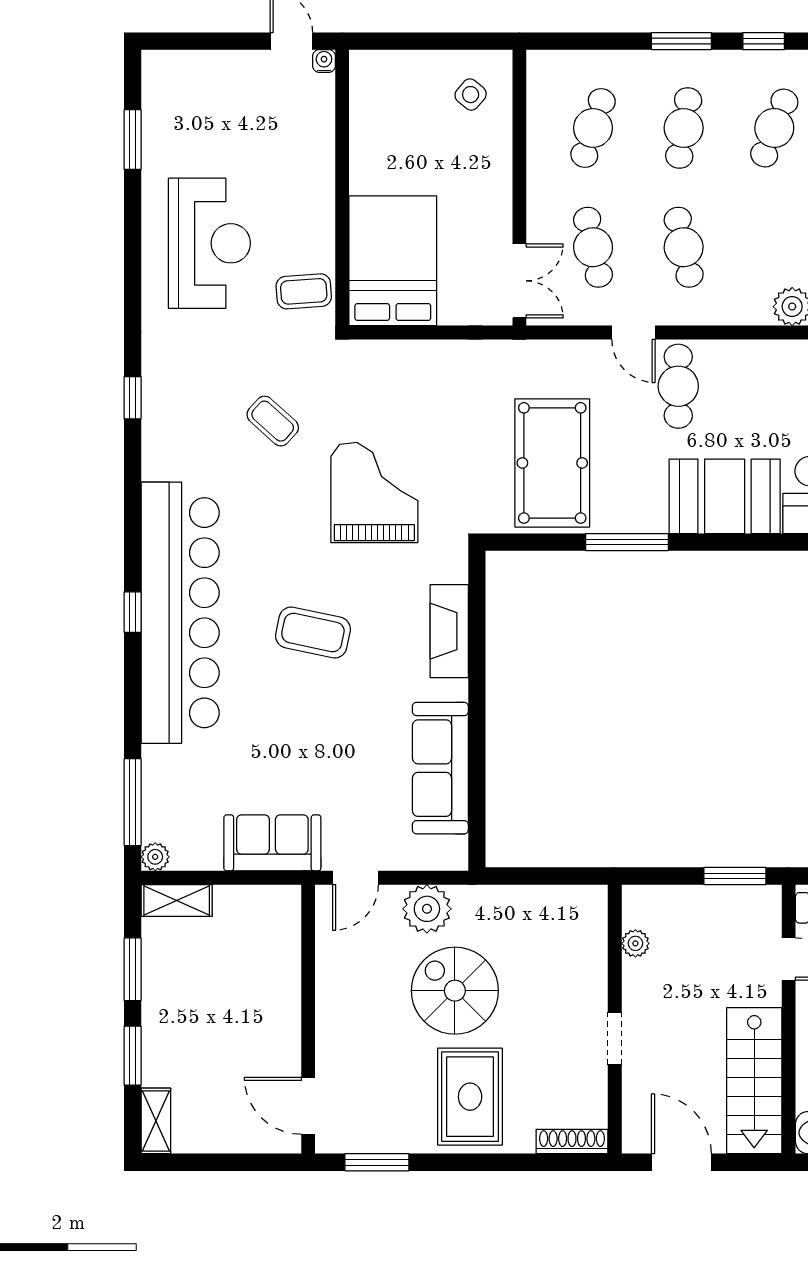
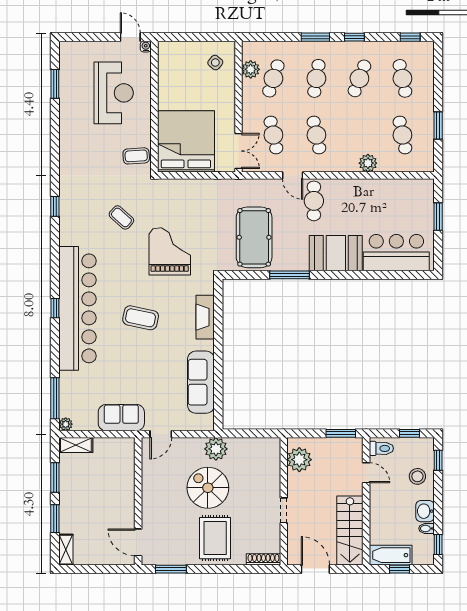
plant: (545, 109) -> (251, 69), added
reception desk: (209, 243) -> (114, 93), moved
bed: (393, 261) -> (186, 141), width x1.36
plant: (427, 909) -> (216, 449), moved
plant: (635, 943) -> (299, 460), width x1.88, depth x1.88

